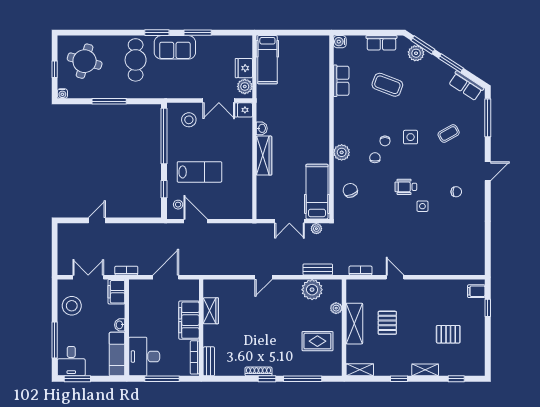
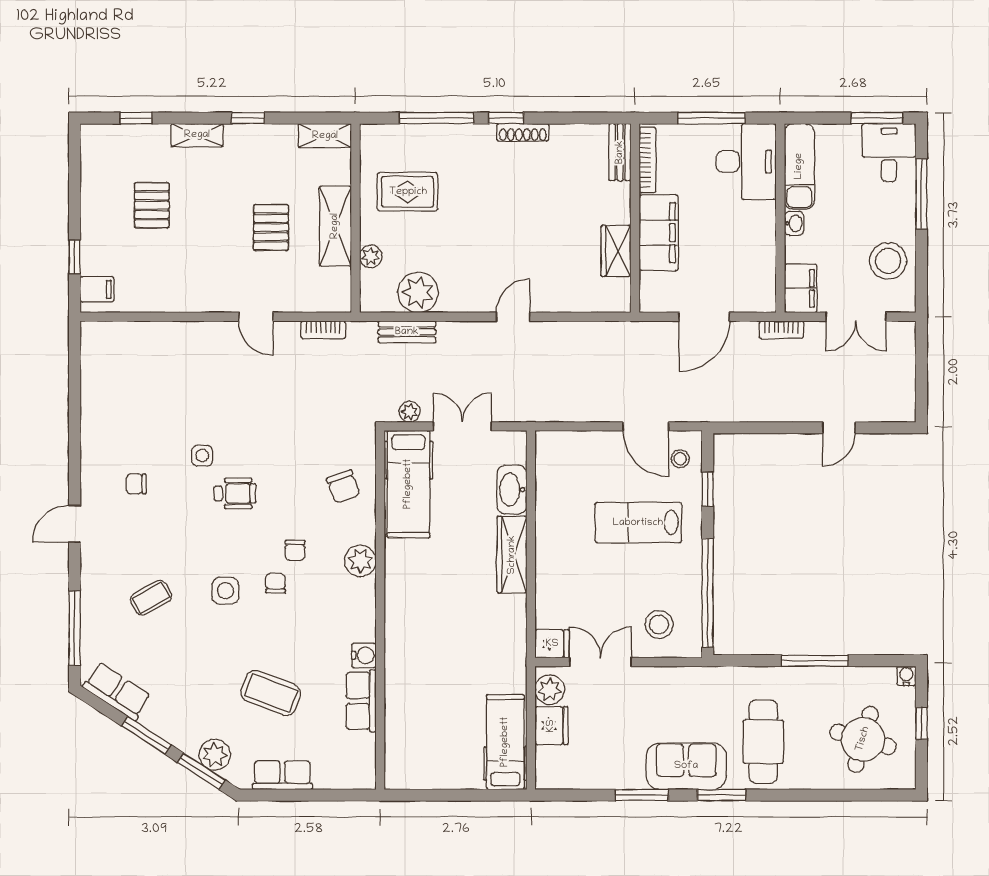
water cooler: (340, 42) -> (364, 655), moved
washbasin: (262, 128) -> (512, 490), moved, width x1.91, depth x1.45
pallet: (448, 334) -> (152, 205), turned 90

